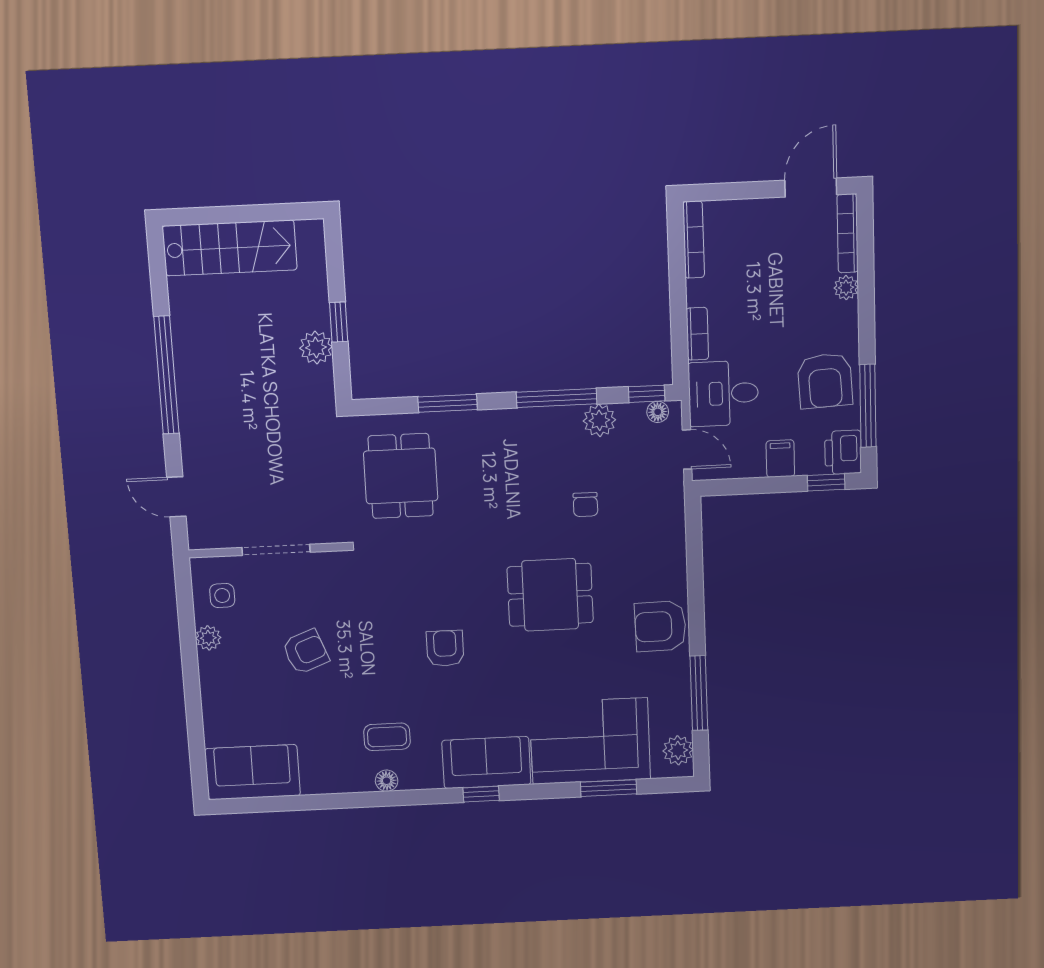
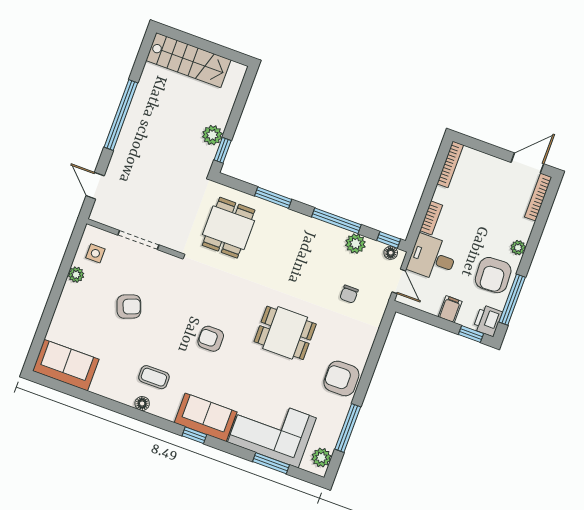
plant: (846, 288) -> (518, 248), moved
window: (339, 322) -> (223, 150), moved
chair: (585, 505) -> (349, 294), moved
armchair: (445, 648) -> (211, 339), turned -90

